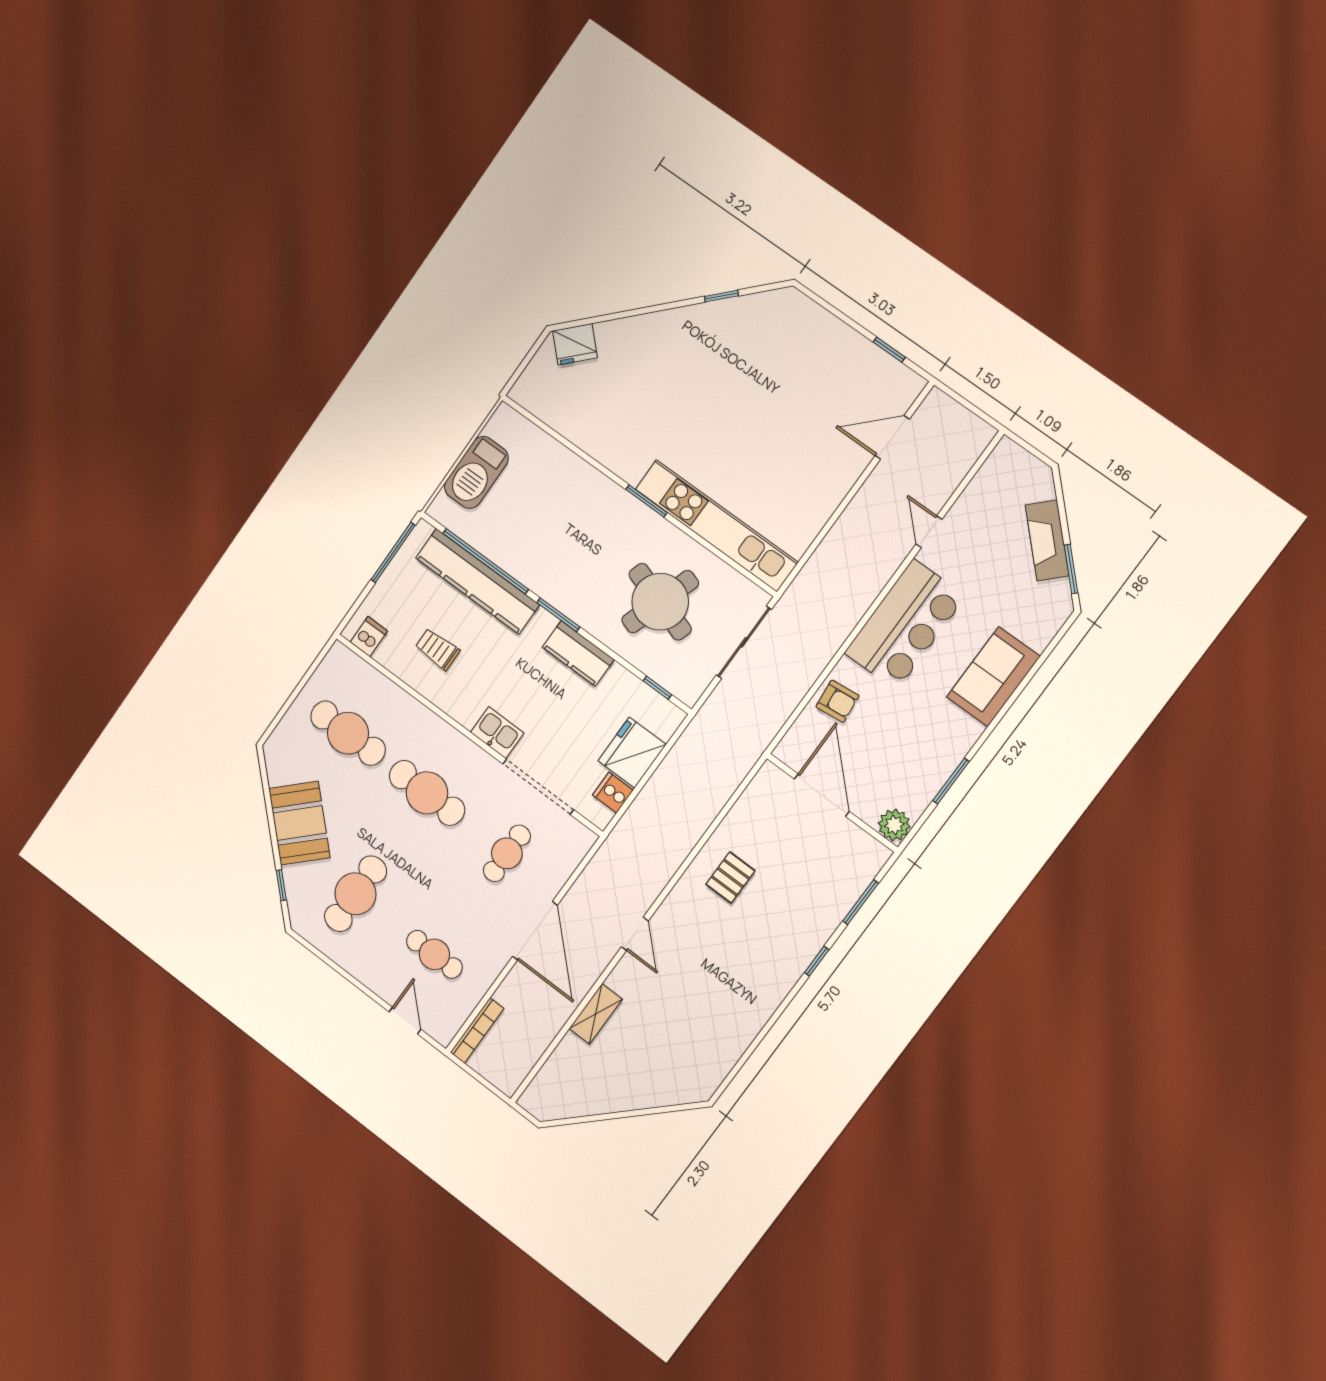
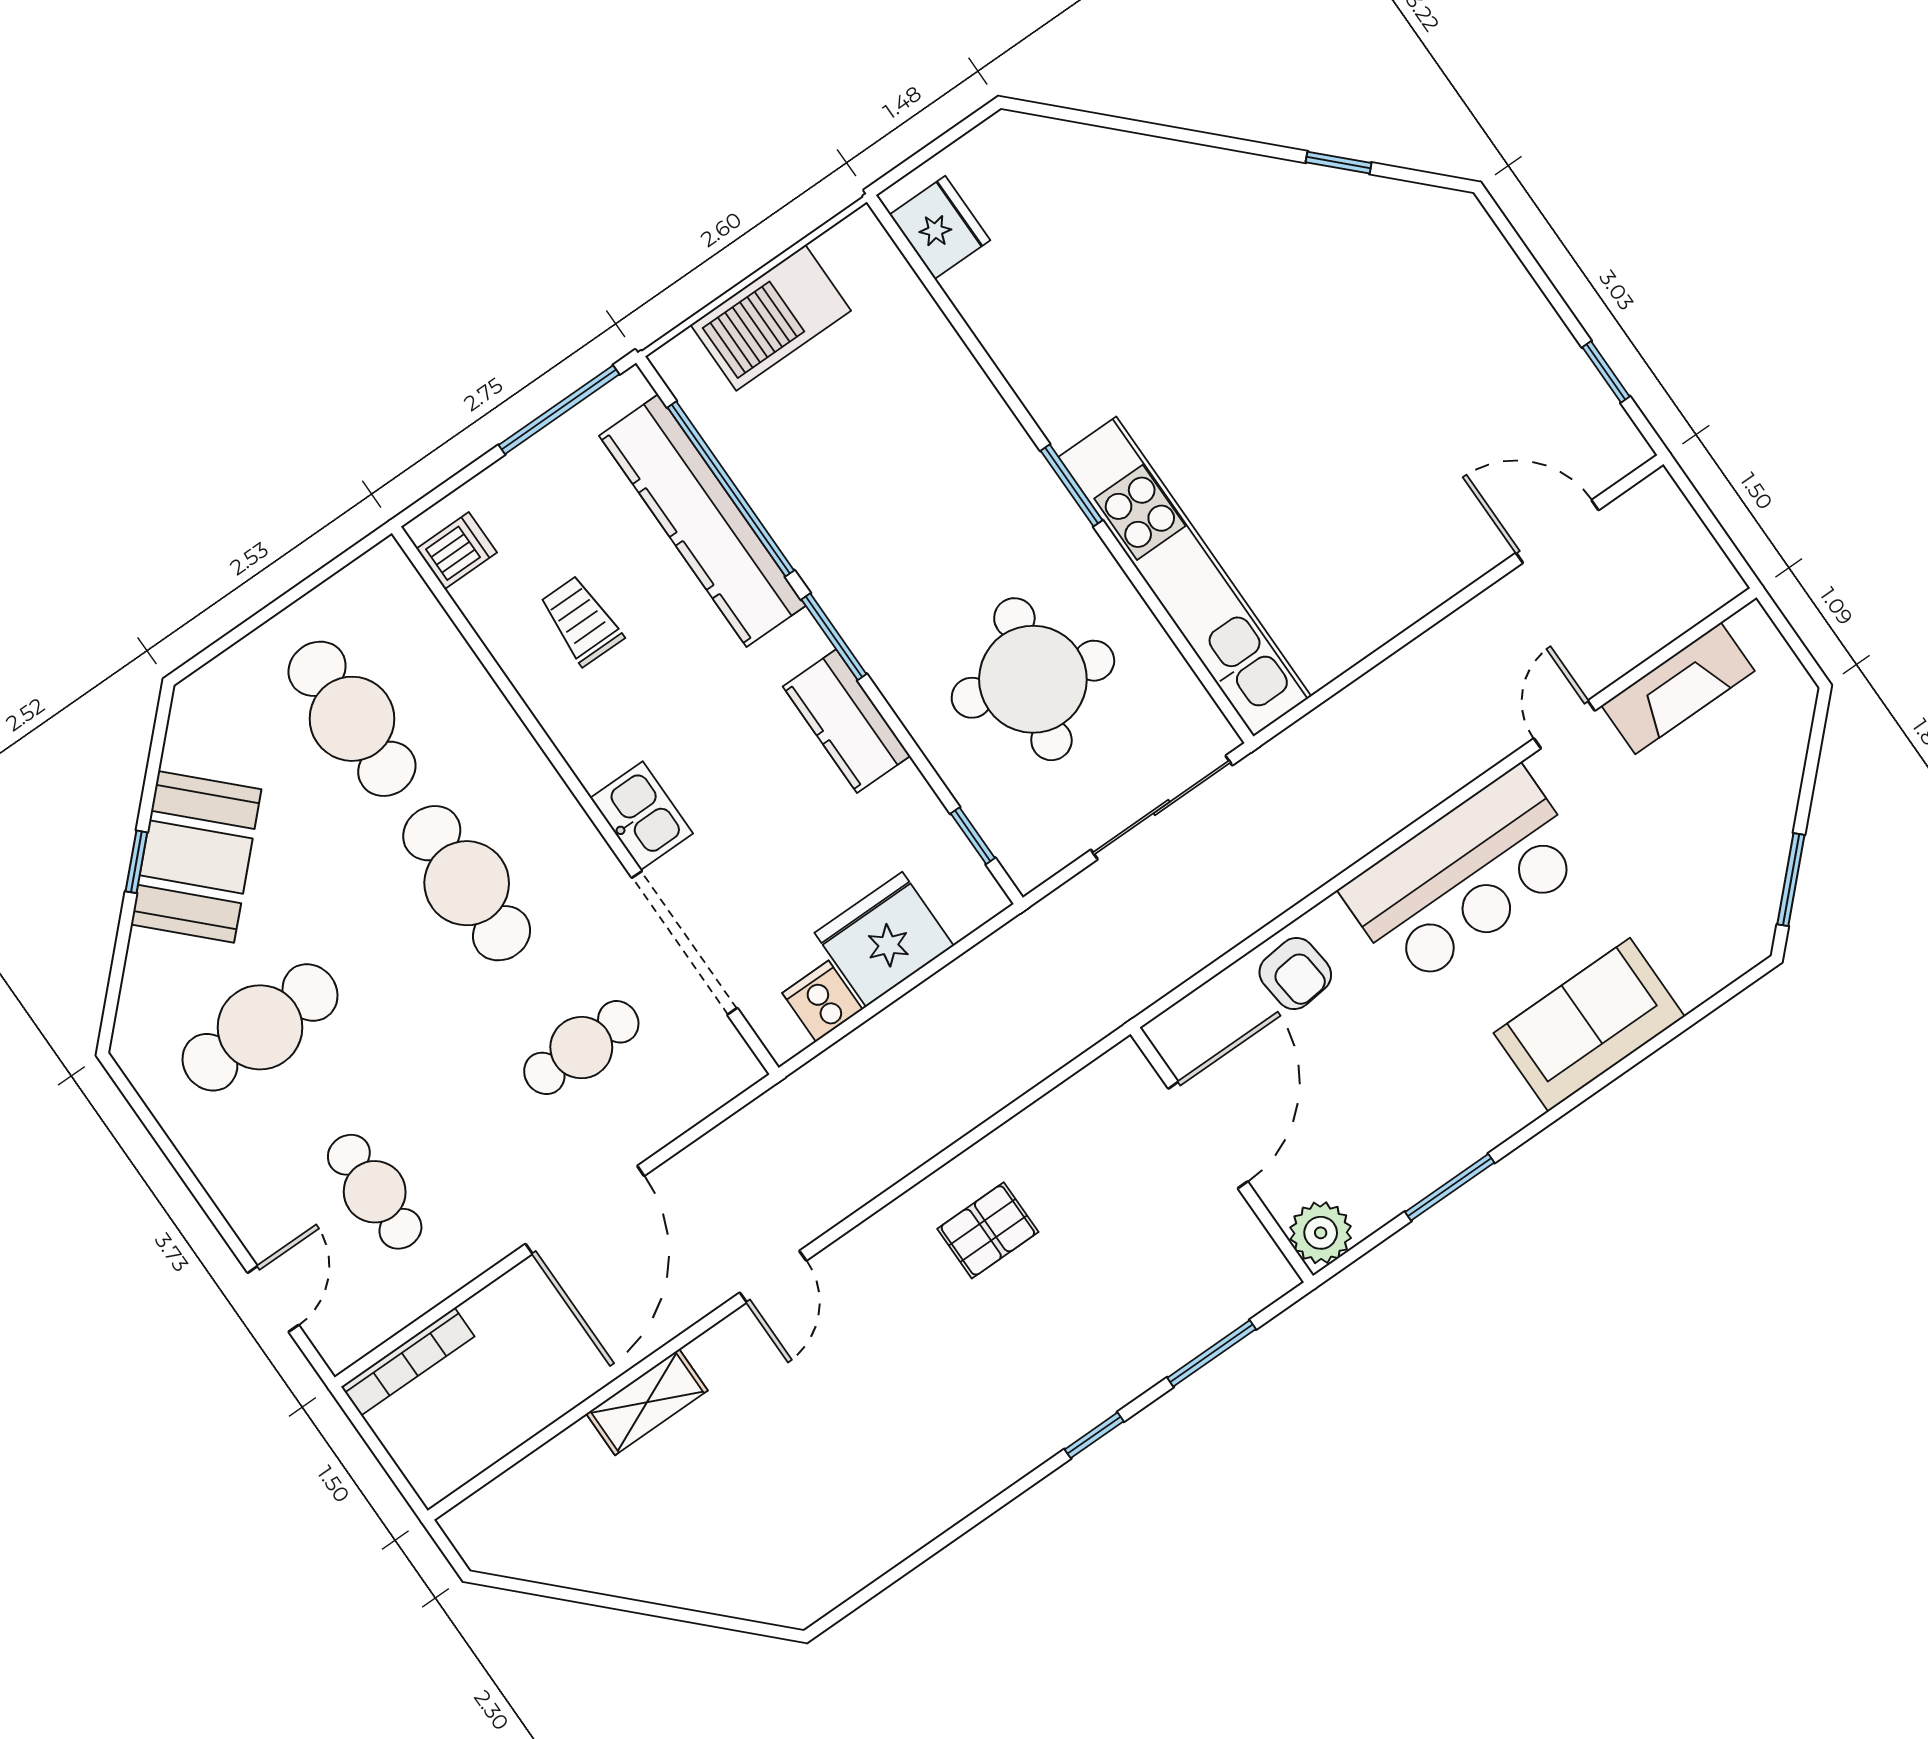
fridge: (575, 344) -> (940, 228), moved, turned -135
fireplace: (1047, 540) -> (1678, 688), moved, turned -135
window: (281, 885) -> (136, 862), moved

